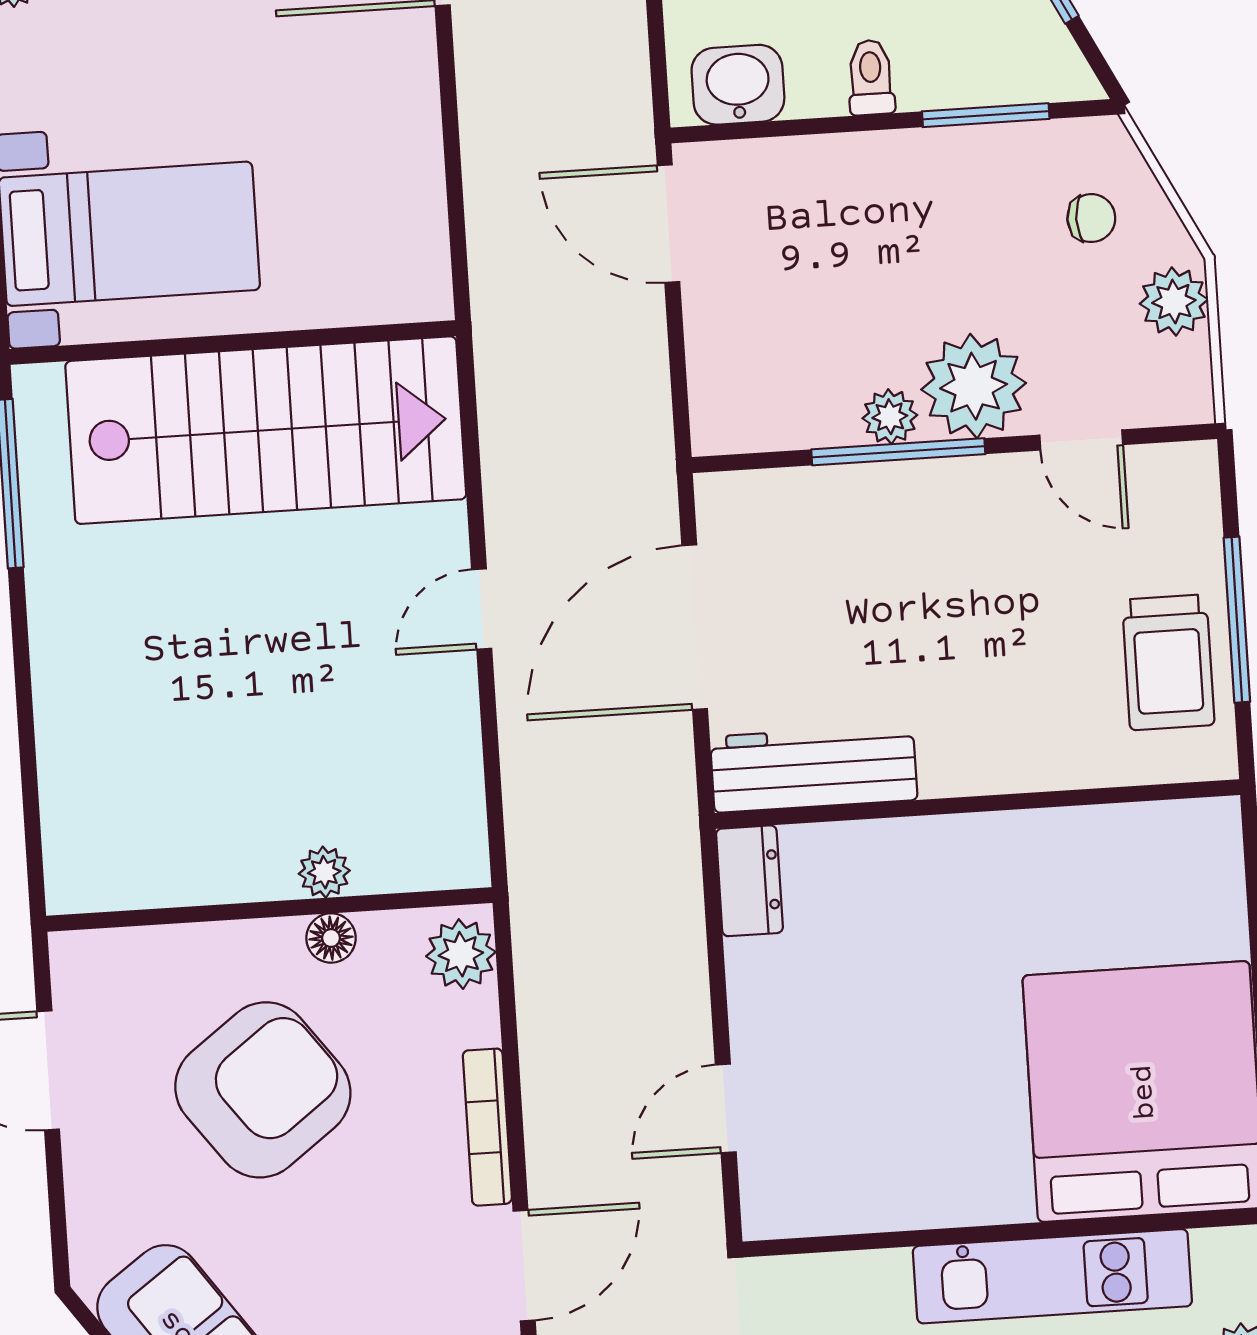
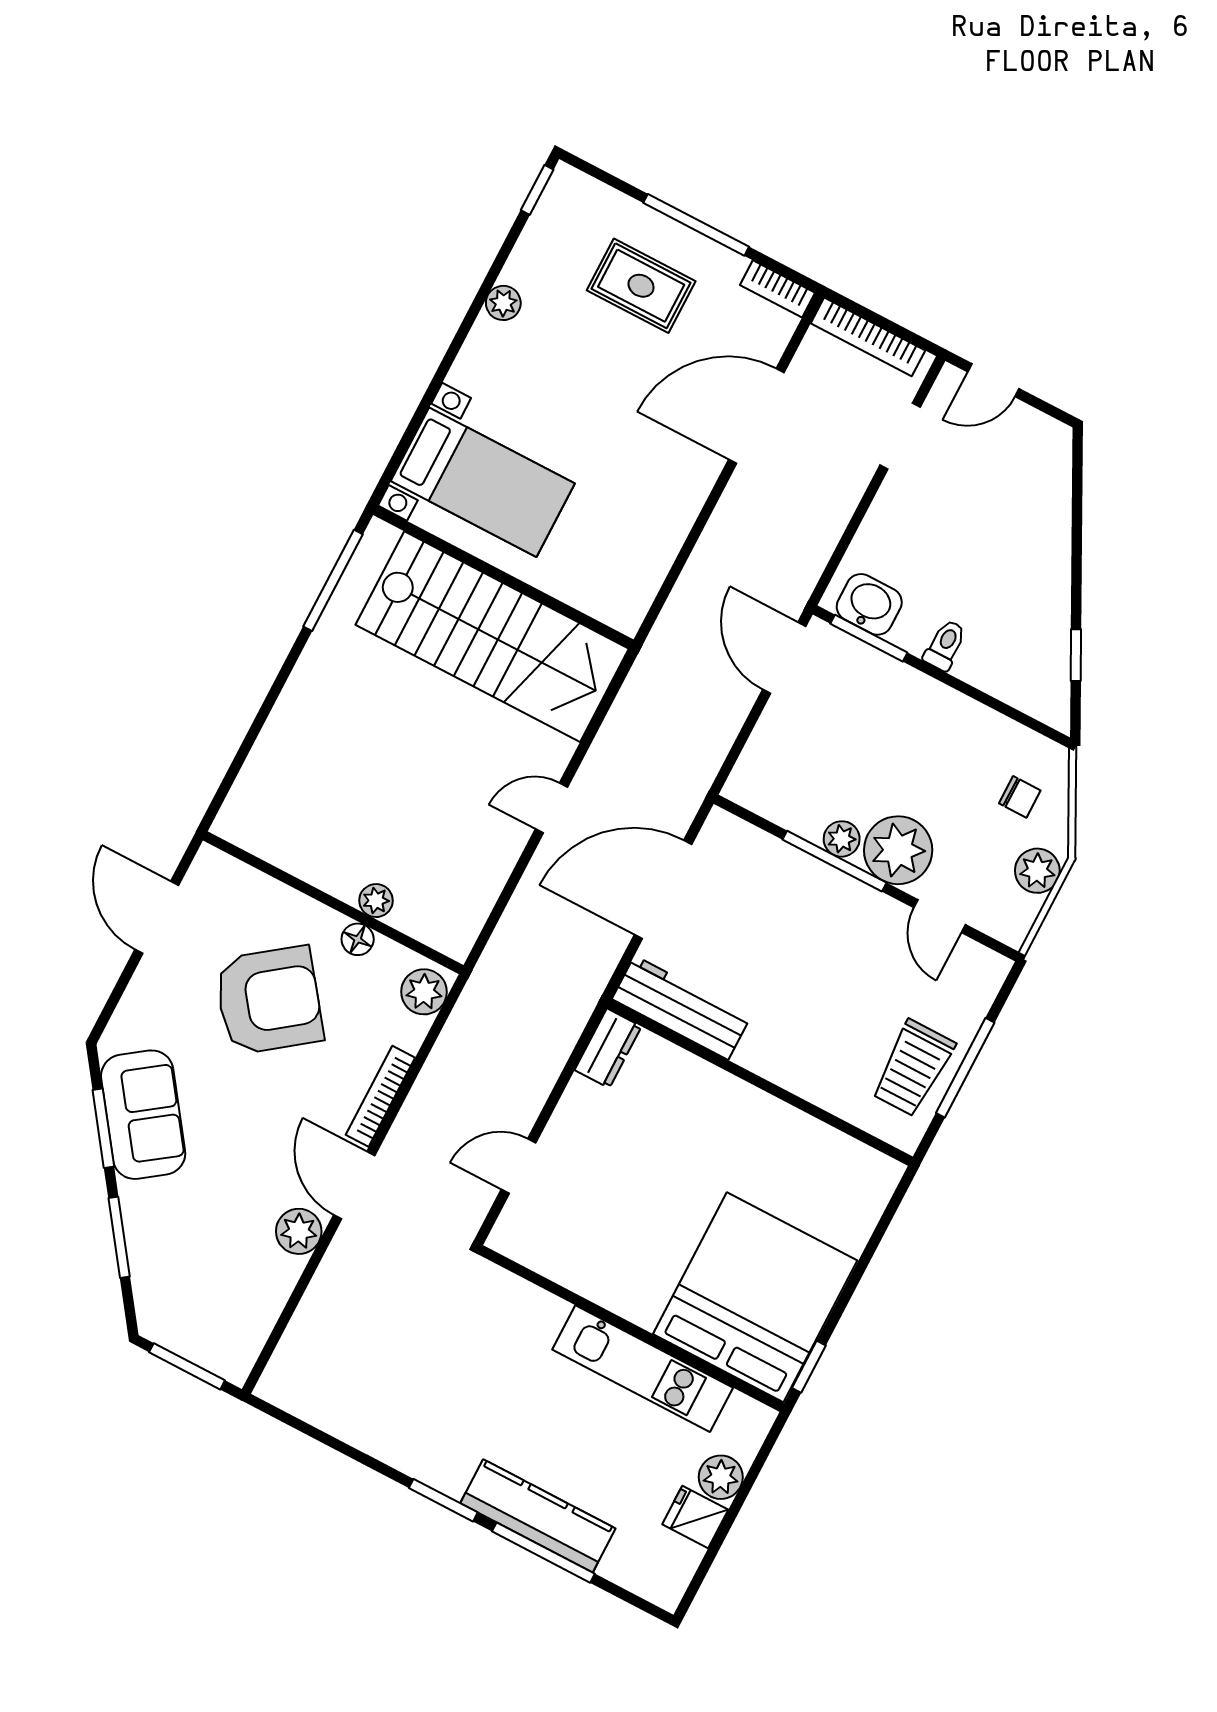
window: (986, 115) -> (869, 638), moved
door: (524, 1266) -> (354, 1185), swing flipped

